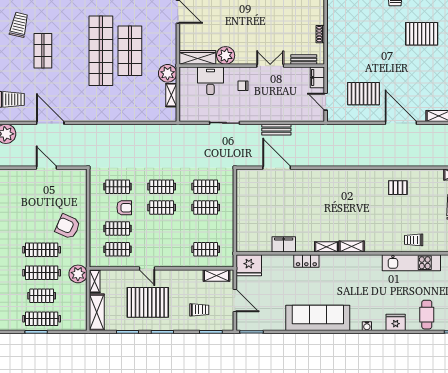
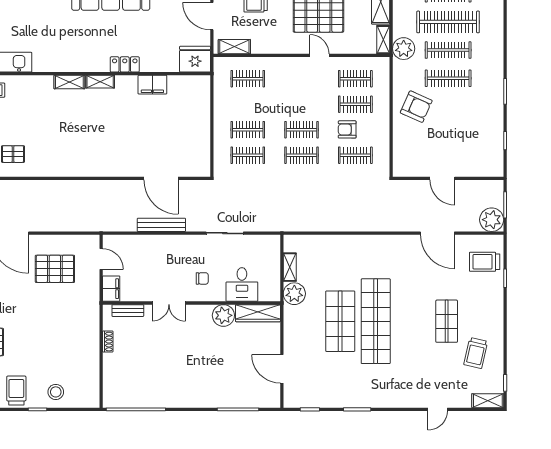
bench: (276, 130) -> (161, 225), width x1.36
clothes rail: (42, 296) -> (448, 22), width x1.86, depth x1.31

